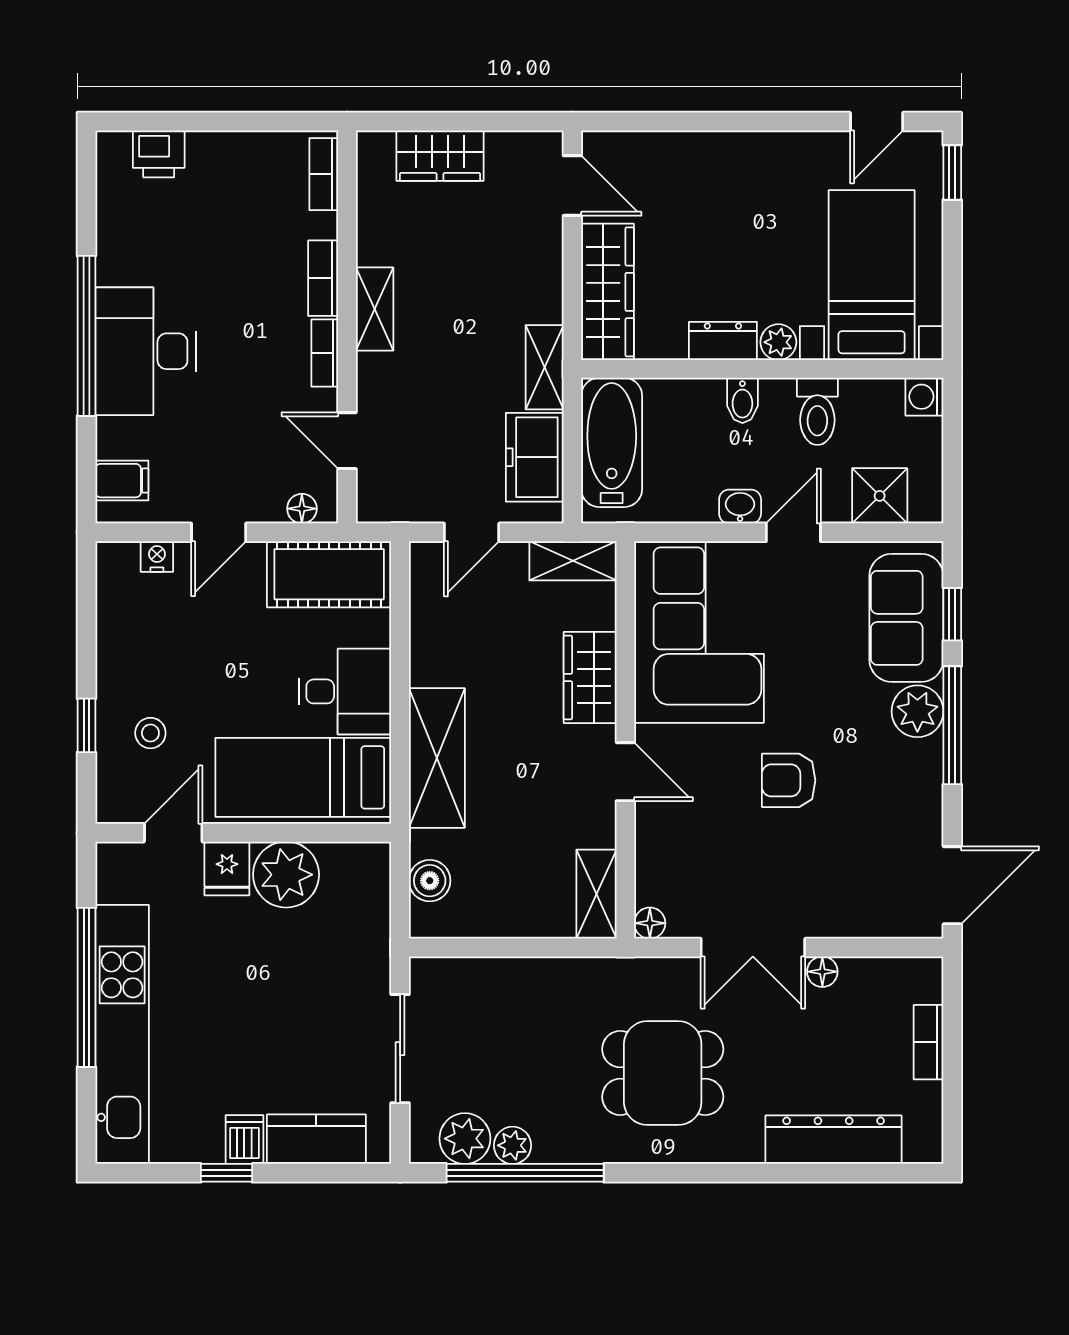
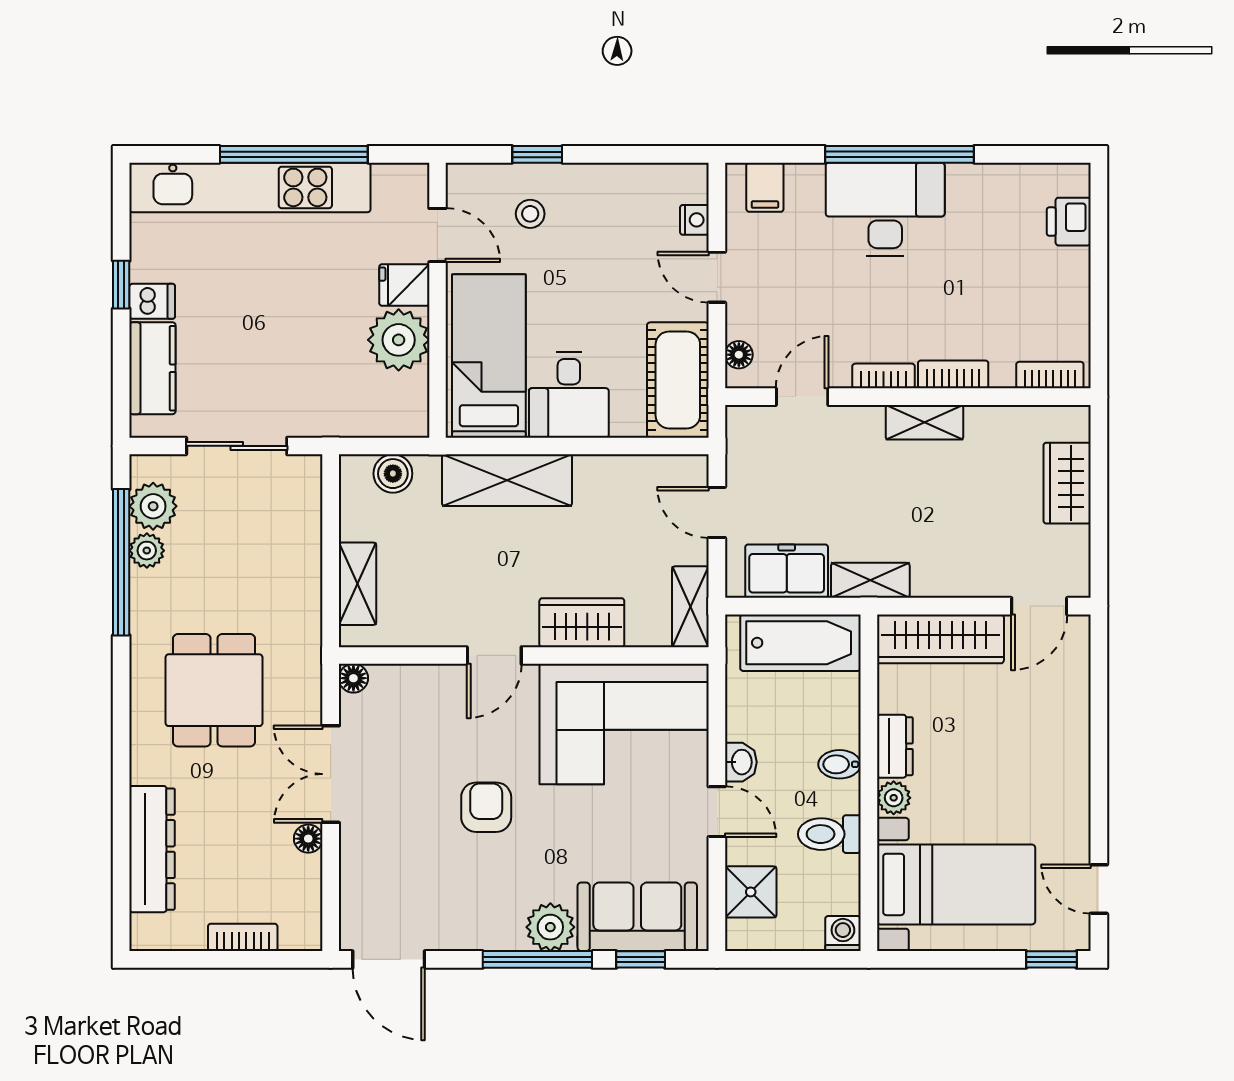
shelving: (597, 894) -> (358, 584), moved, turned 90

